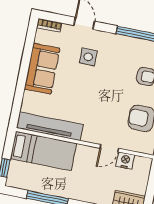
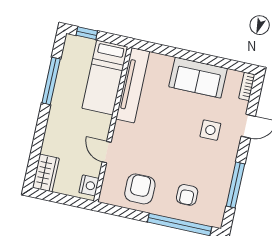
nightstand: (125, 161) -> (89, 185), moved

